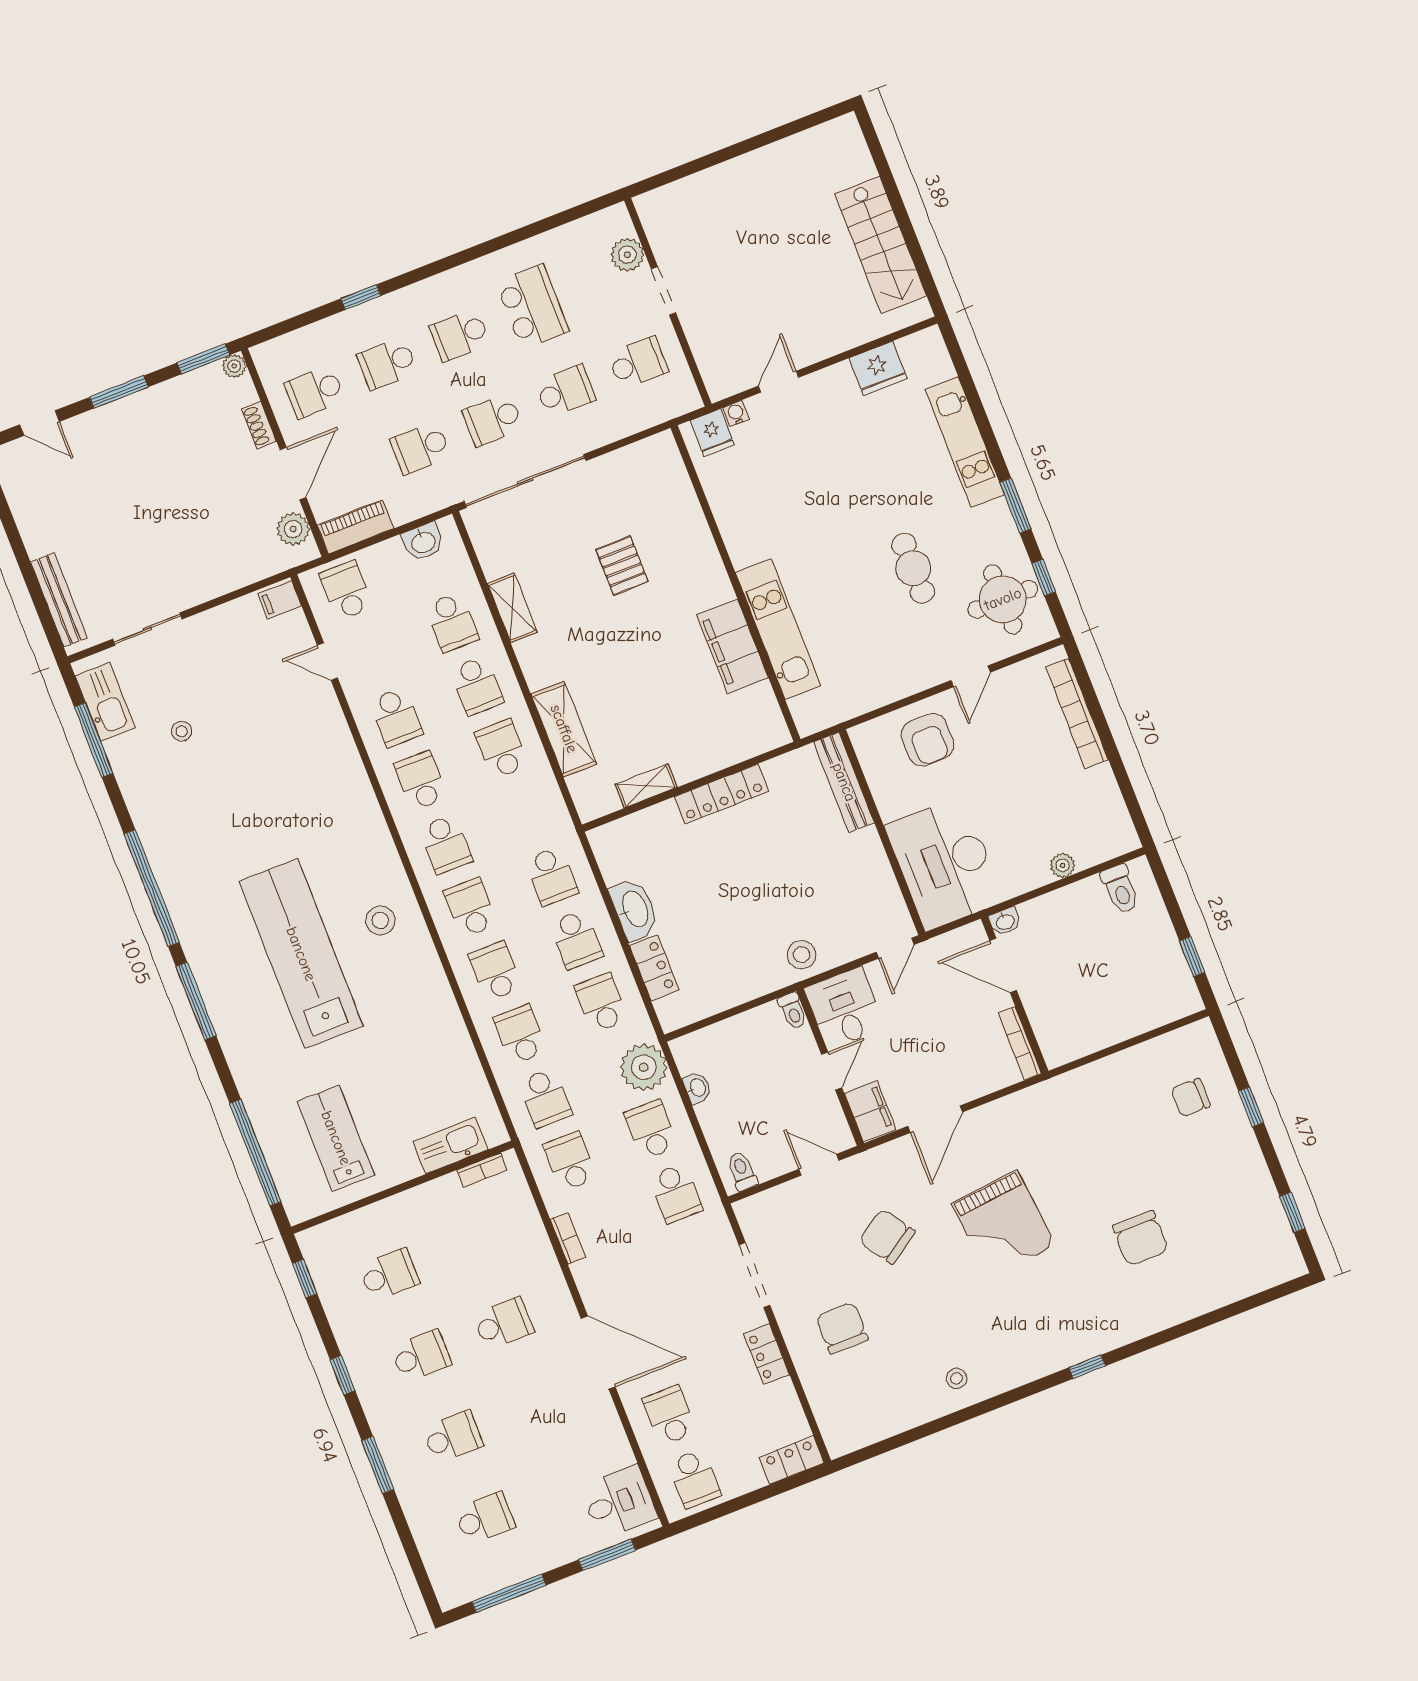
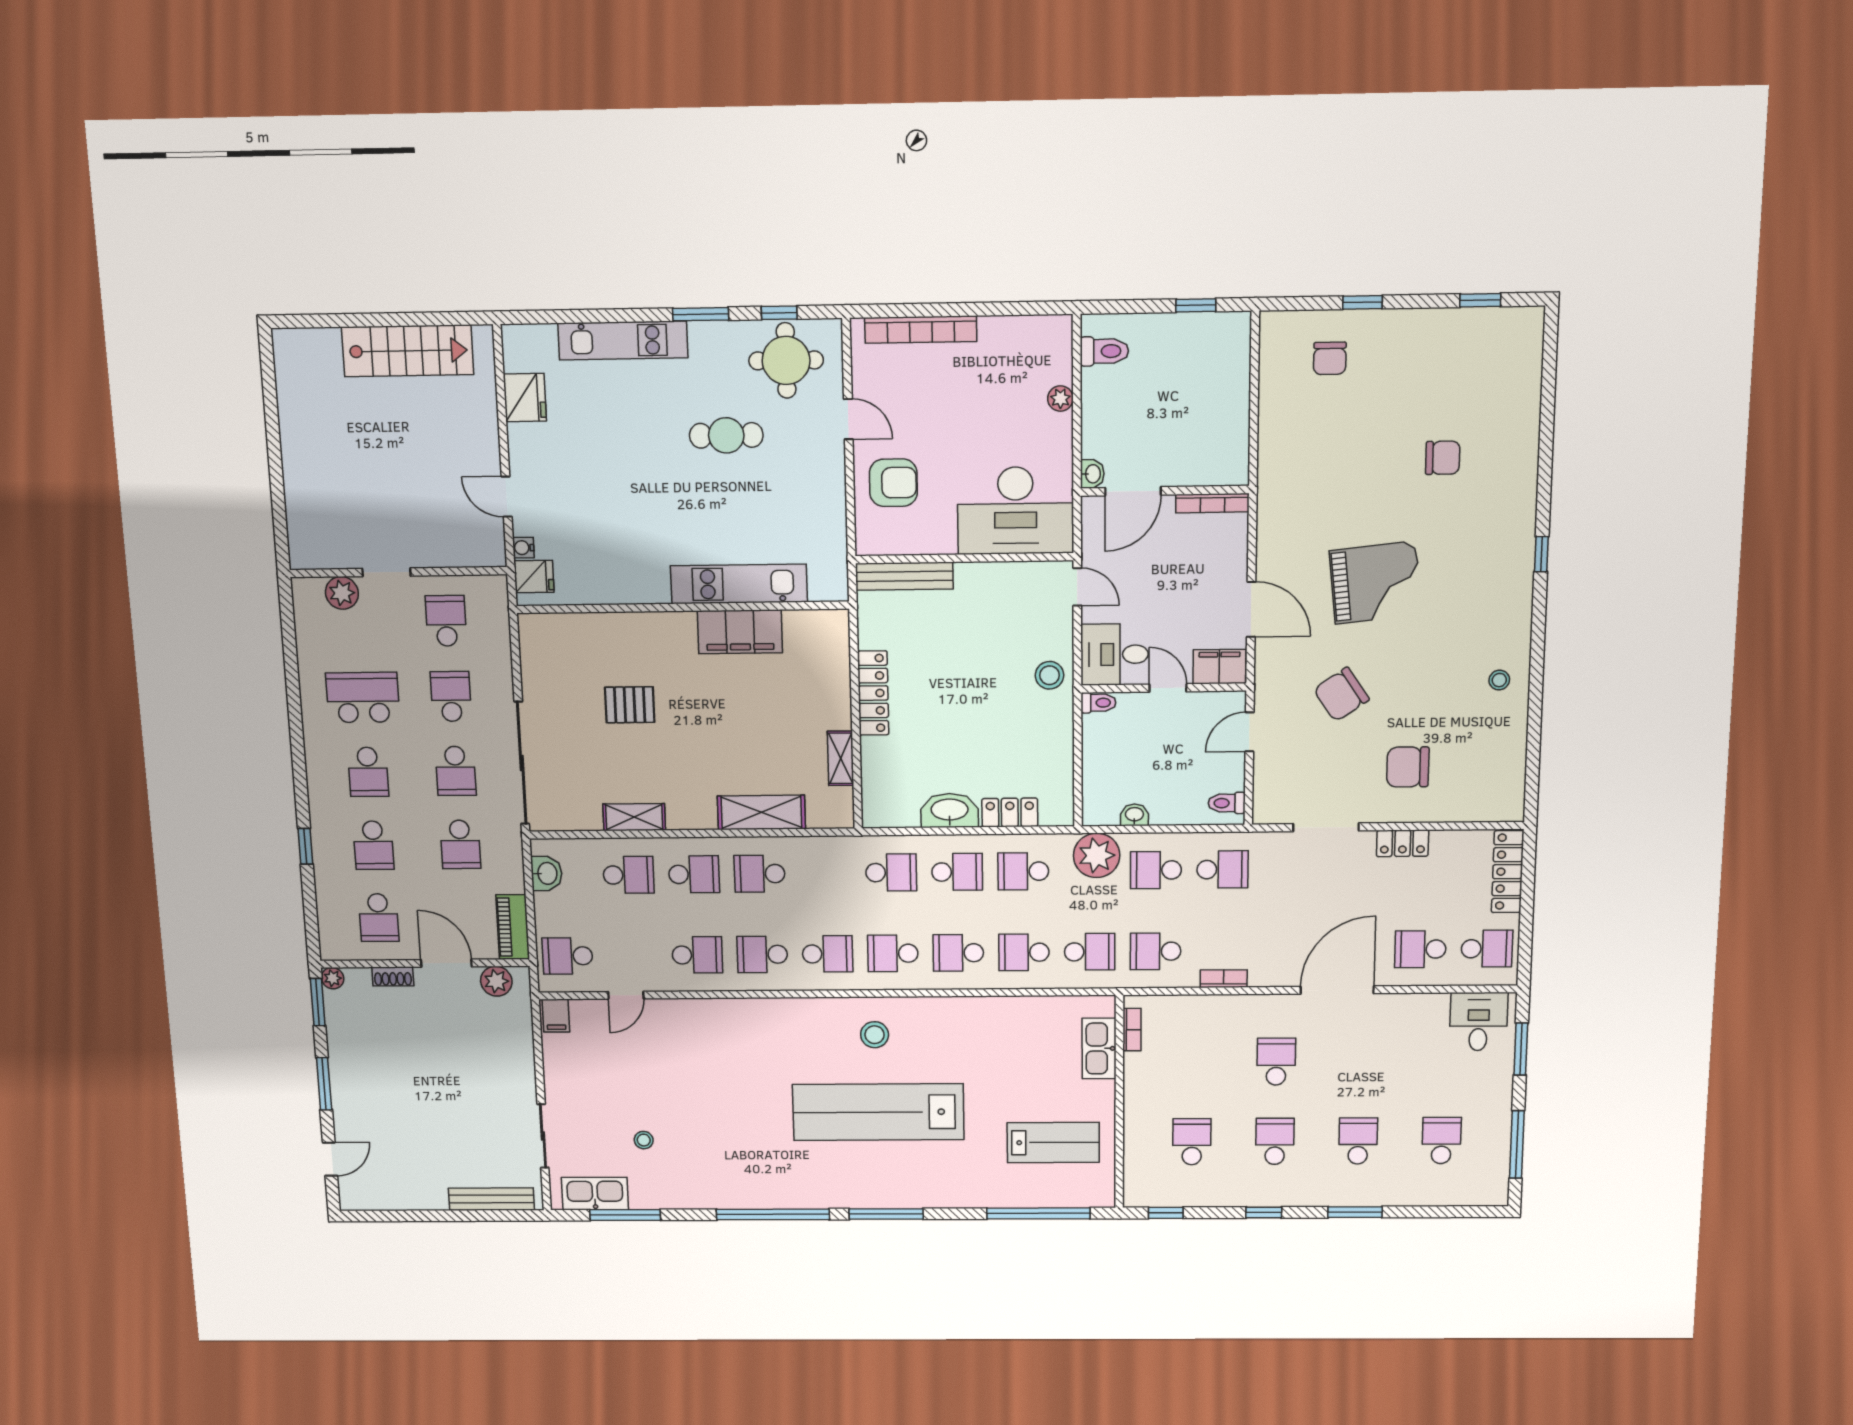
lab bench: (336, 1138) -> (1053, 1143), turned 180
chair: (1140, 1238) -> (1443, 458), width x0.73, depth x0.73
locker: (792, 1460) -> (1508, 872), width x1.53

